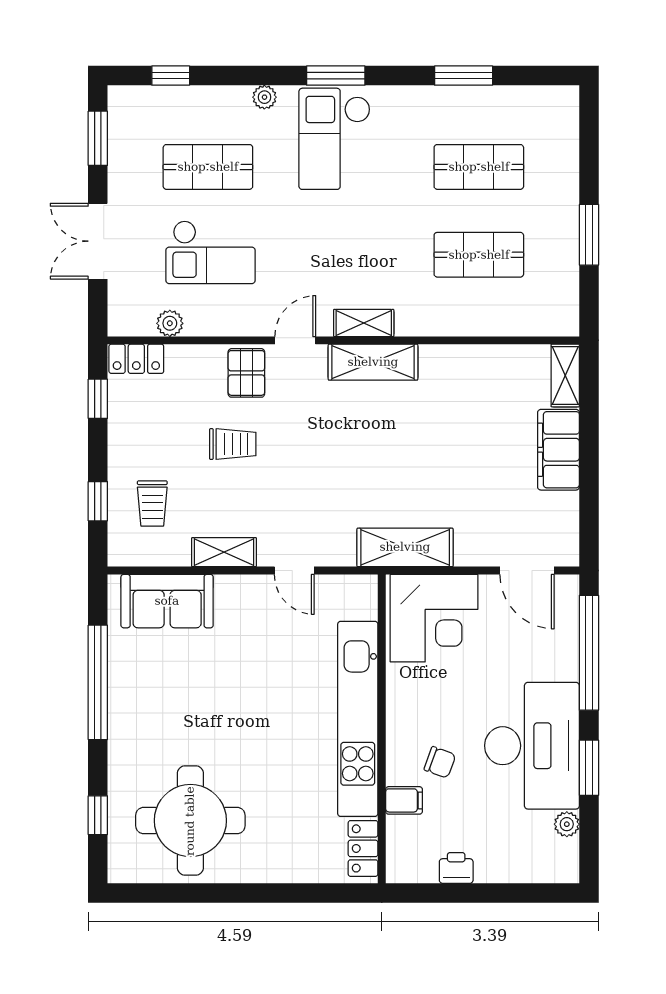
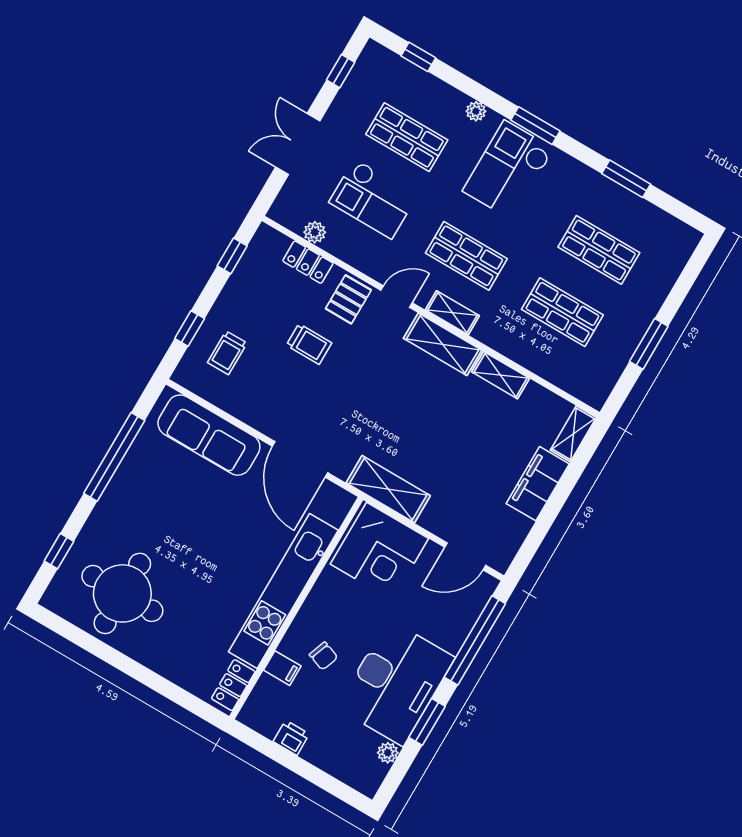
window: (98, 138) -> (341, 71), width x0.67
shop shelf: (343, 255) -> (466, 256), added
locker: (136, 359) -> (308, 262), moved
shelving: (224, 552) -> (501, 375), moved
door: (294, 571) -> (300, 459), width x1.88
door: (527, 571) -> (465, 556), hinge flipped
sofa: (167, 601) -> (209, 435), width x1.36

